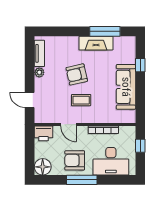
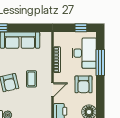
window: (140, 146) -> (81, 28), moved
window: (82, 180) -> (100, 62), moved

